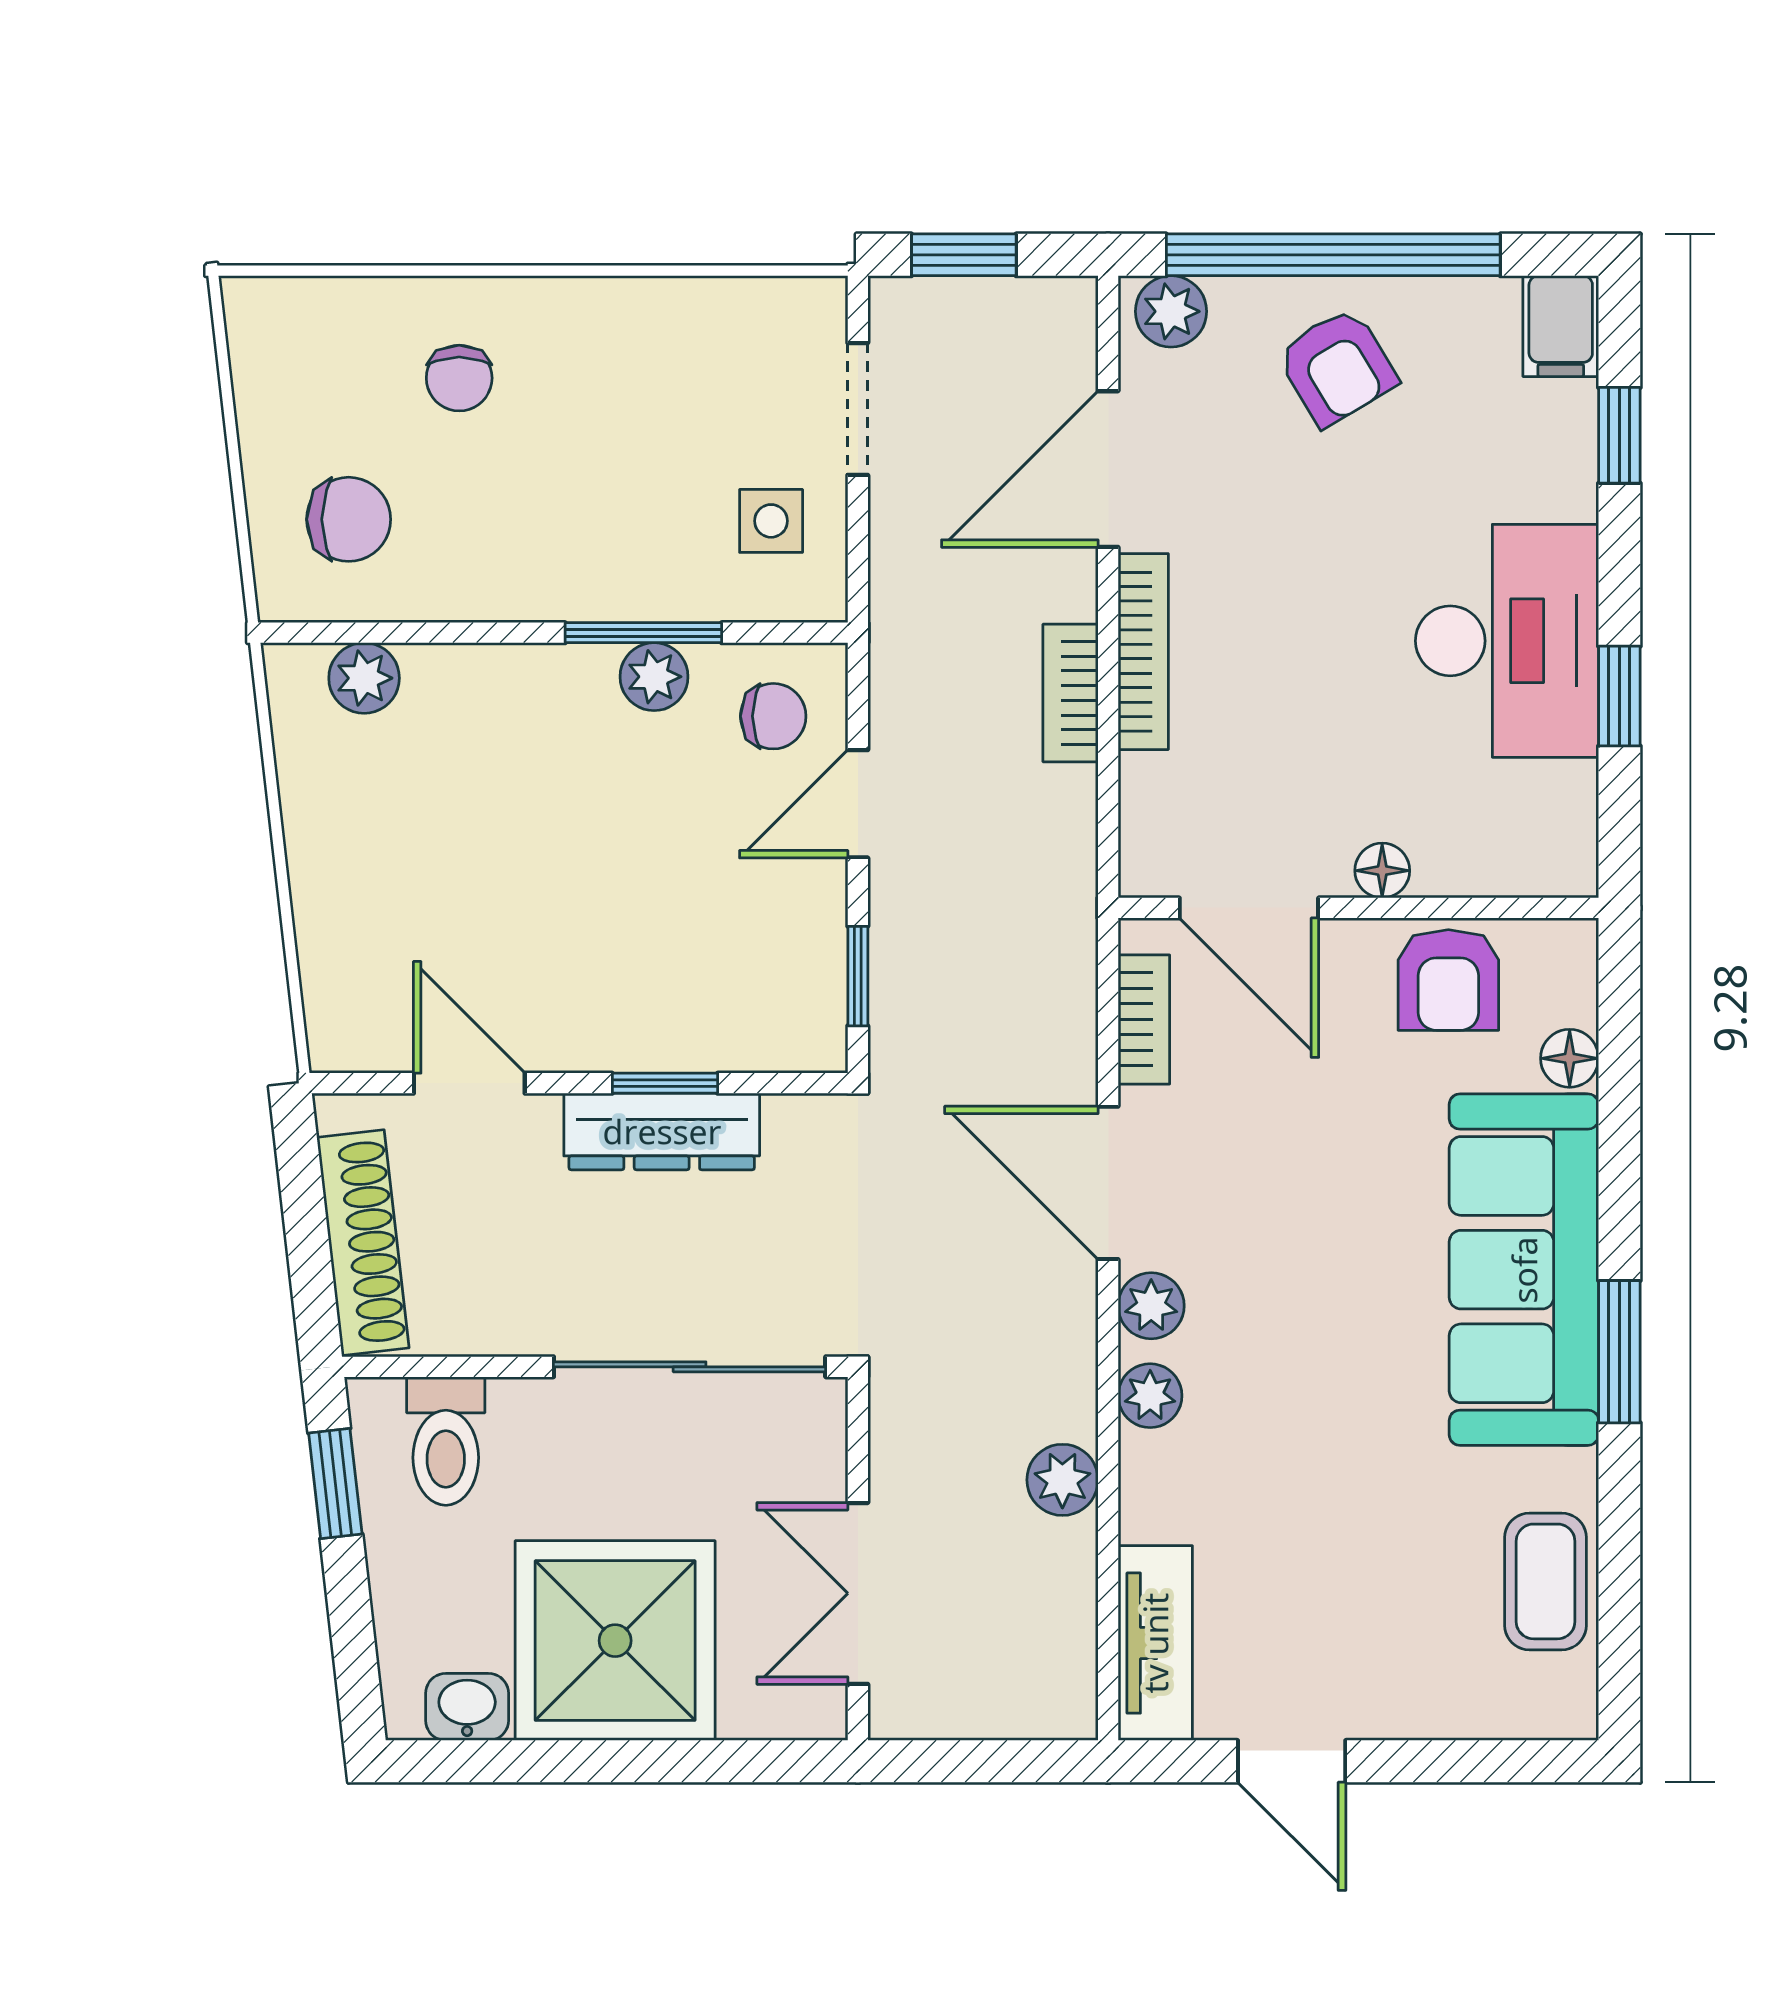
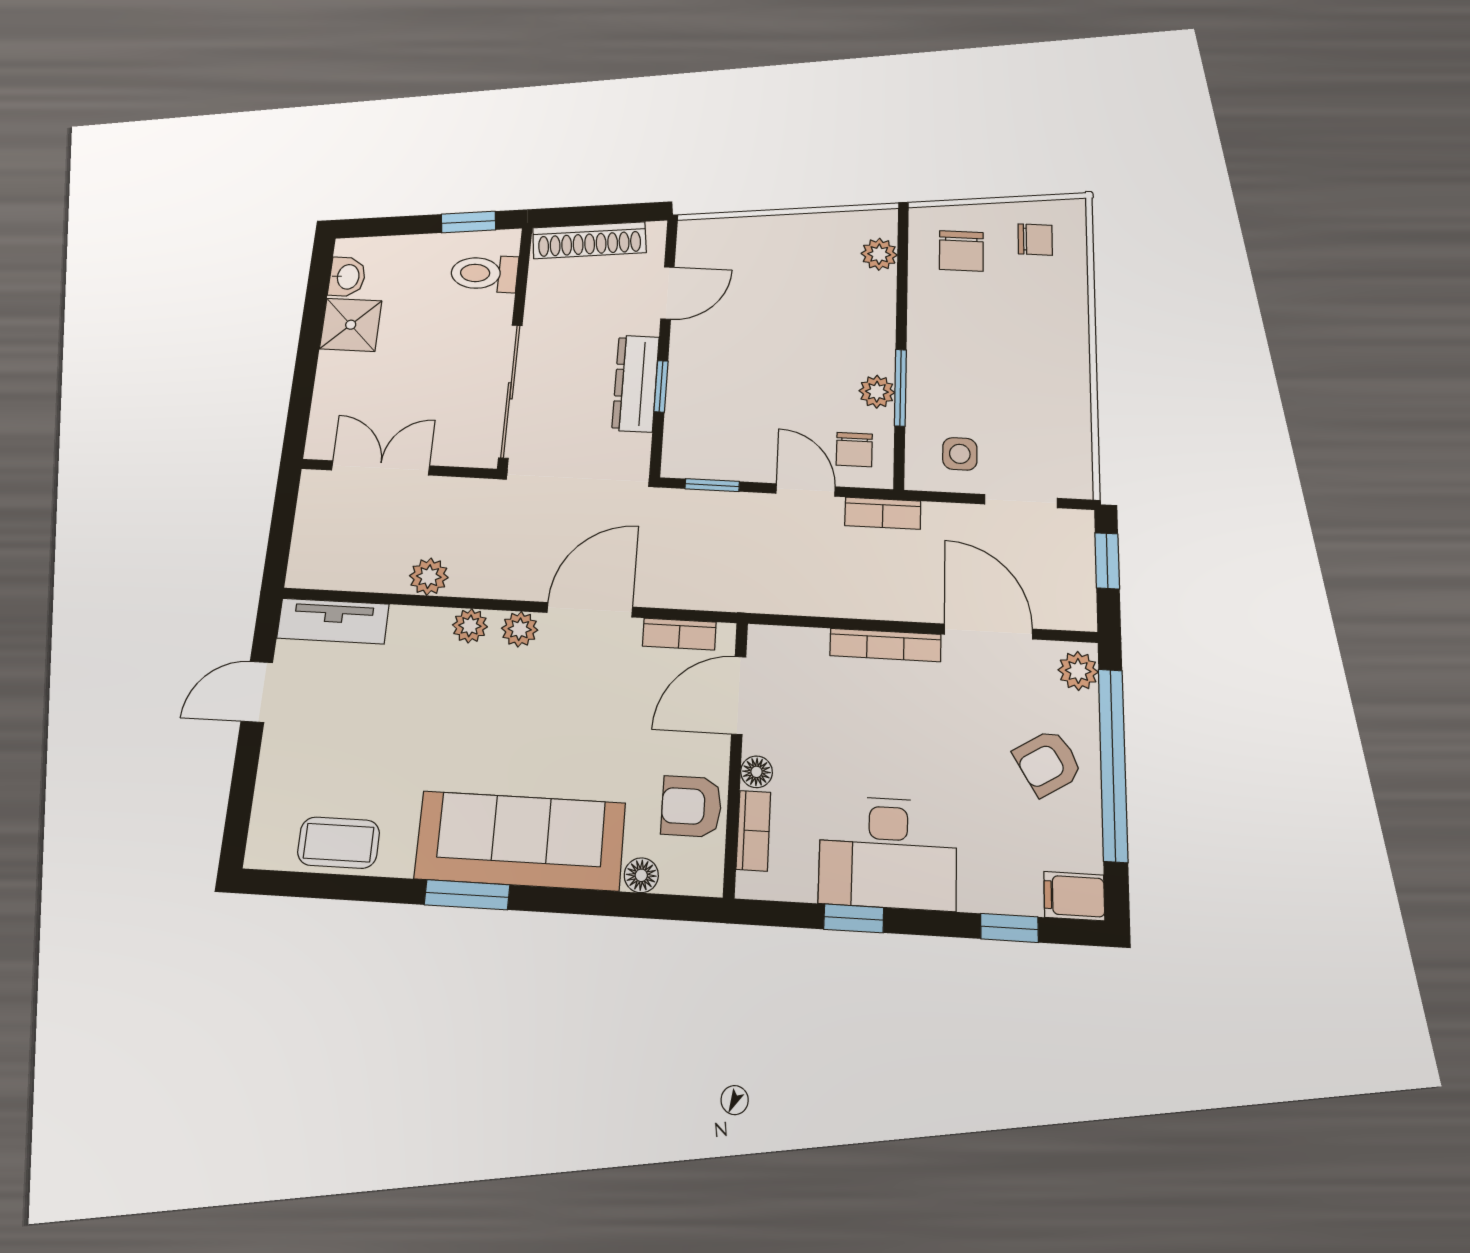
chair: (459, 378) -> (1035, 240), moved, turned 180
bookcase: (1071, 693) -> (883, 513), moved, turned 180
bookcase: (1483, 871) -> (753, 831), added
shower: (615, 1641) -> (351, 325), width x0.54, depth x0.54

